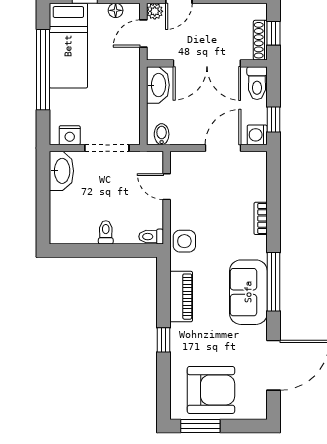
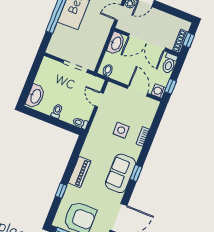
nightstand: (70, 135) -> (58, 52), removed
door: (223, 148) -> (138, 91), hinge flipped
washbasin: (61, 171) -> (35, 96), moved
side table: (184, 241) -> (121, 130), moved
window: (273, 282) -> (136, 173), width x0.46
piano: (181, 297) -> (79, 172), moved
window: (163, 340) -> (61, 191), moved

